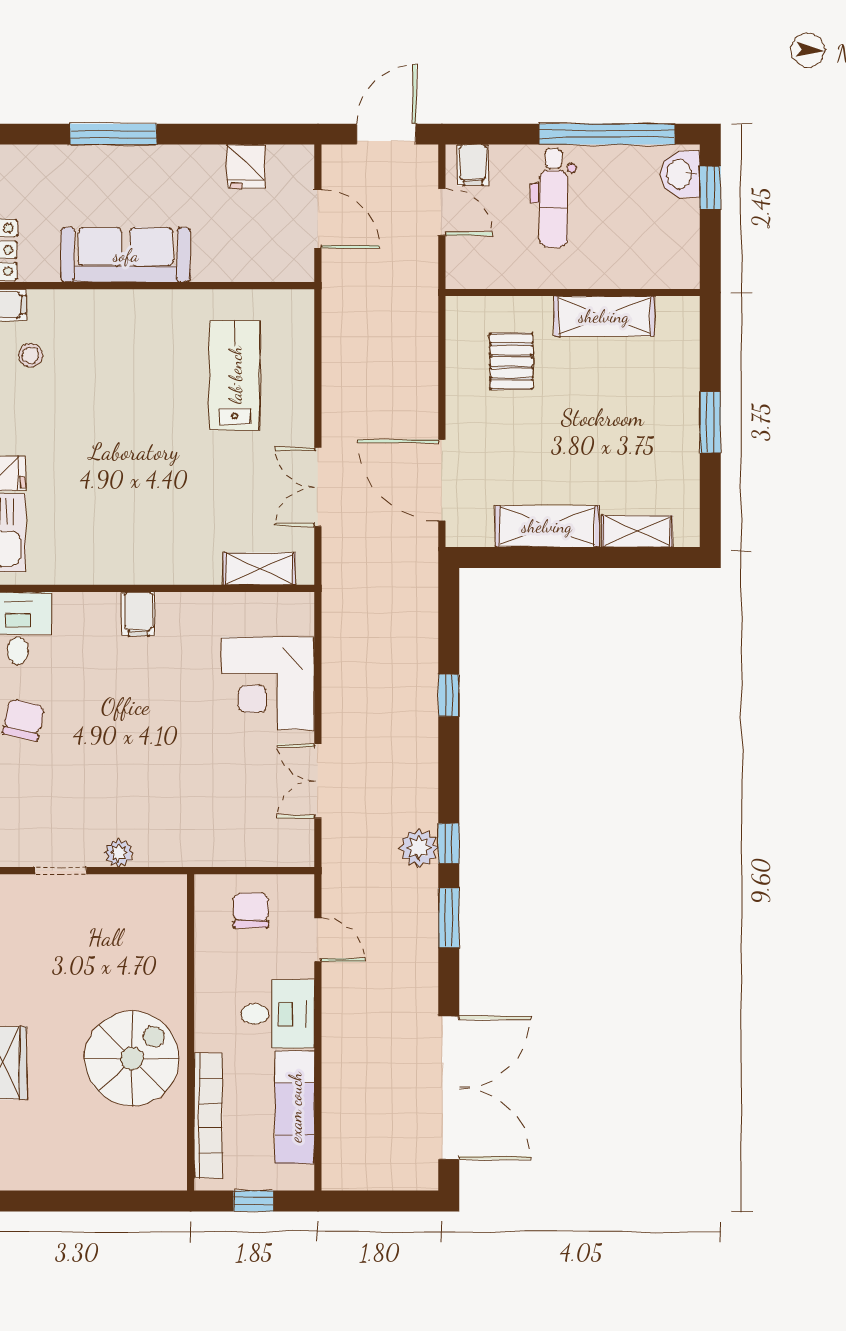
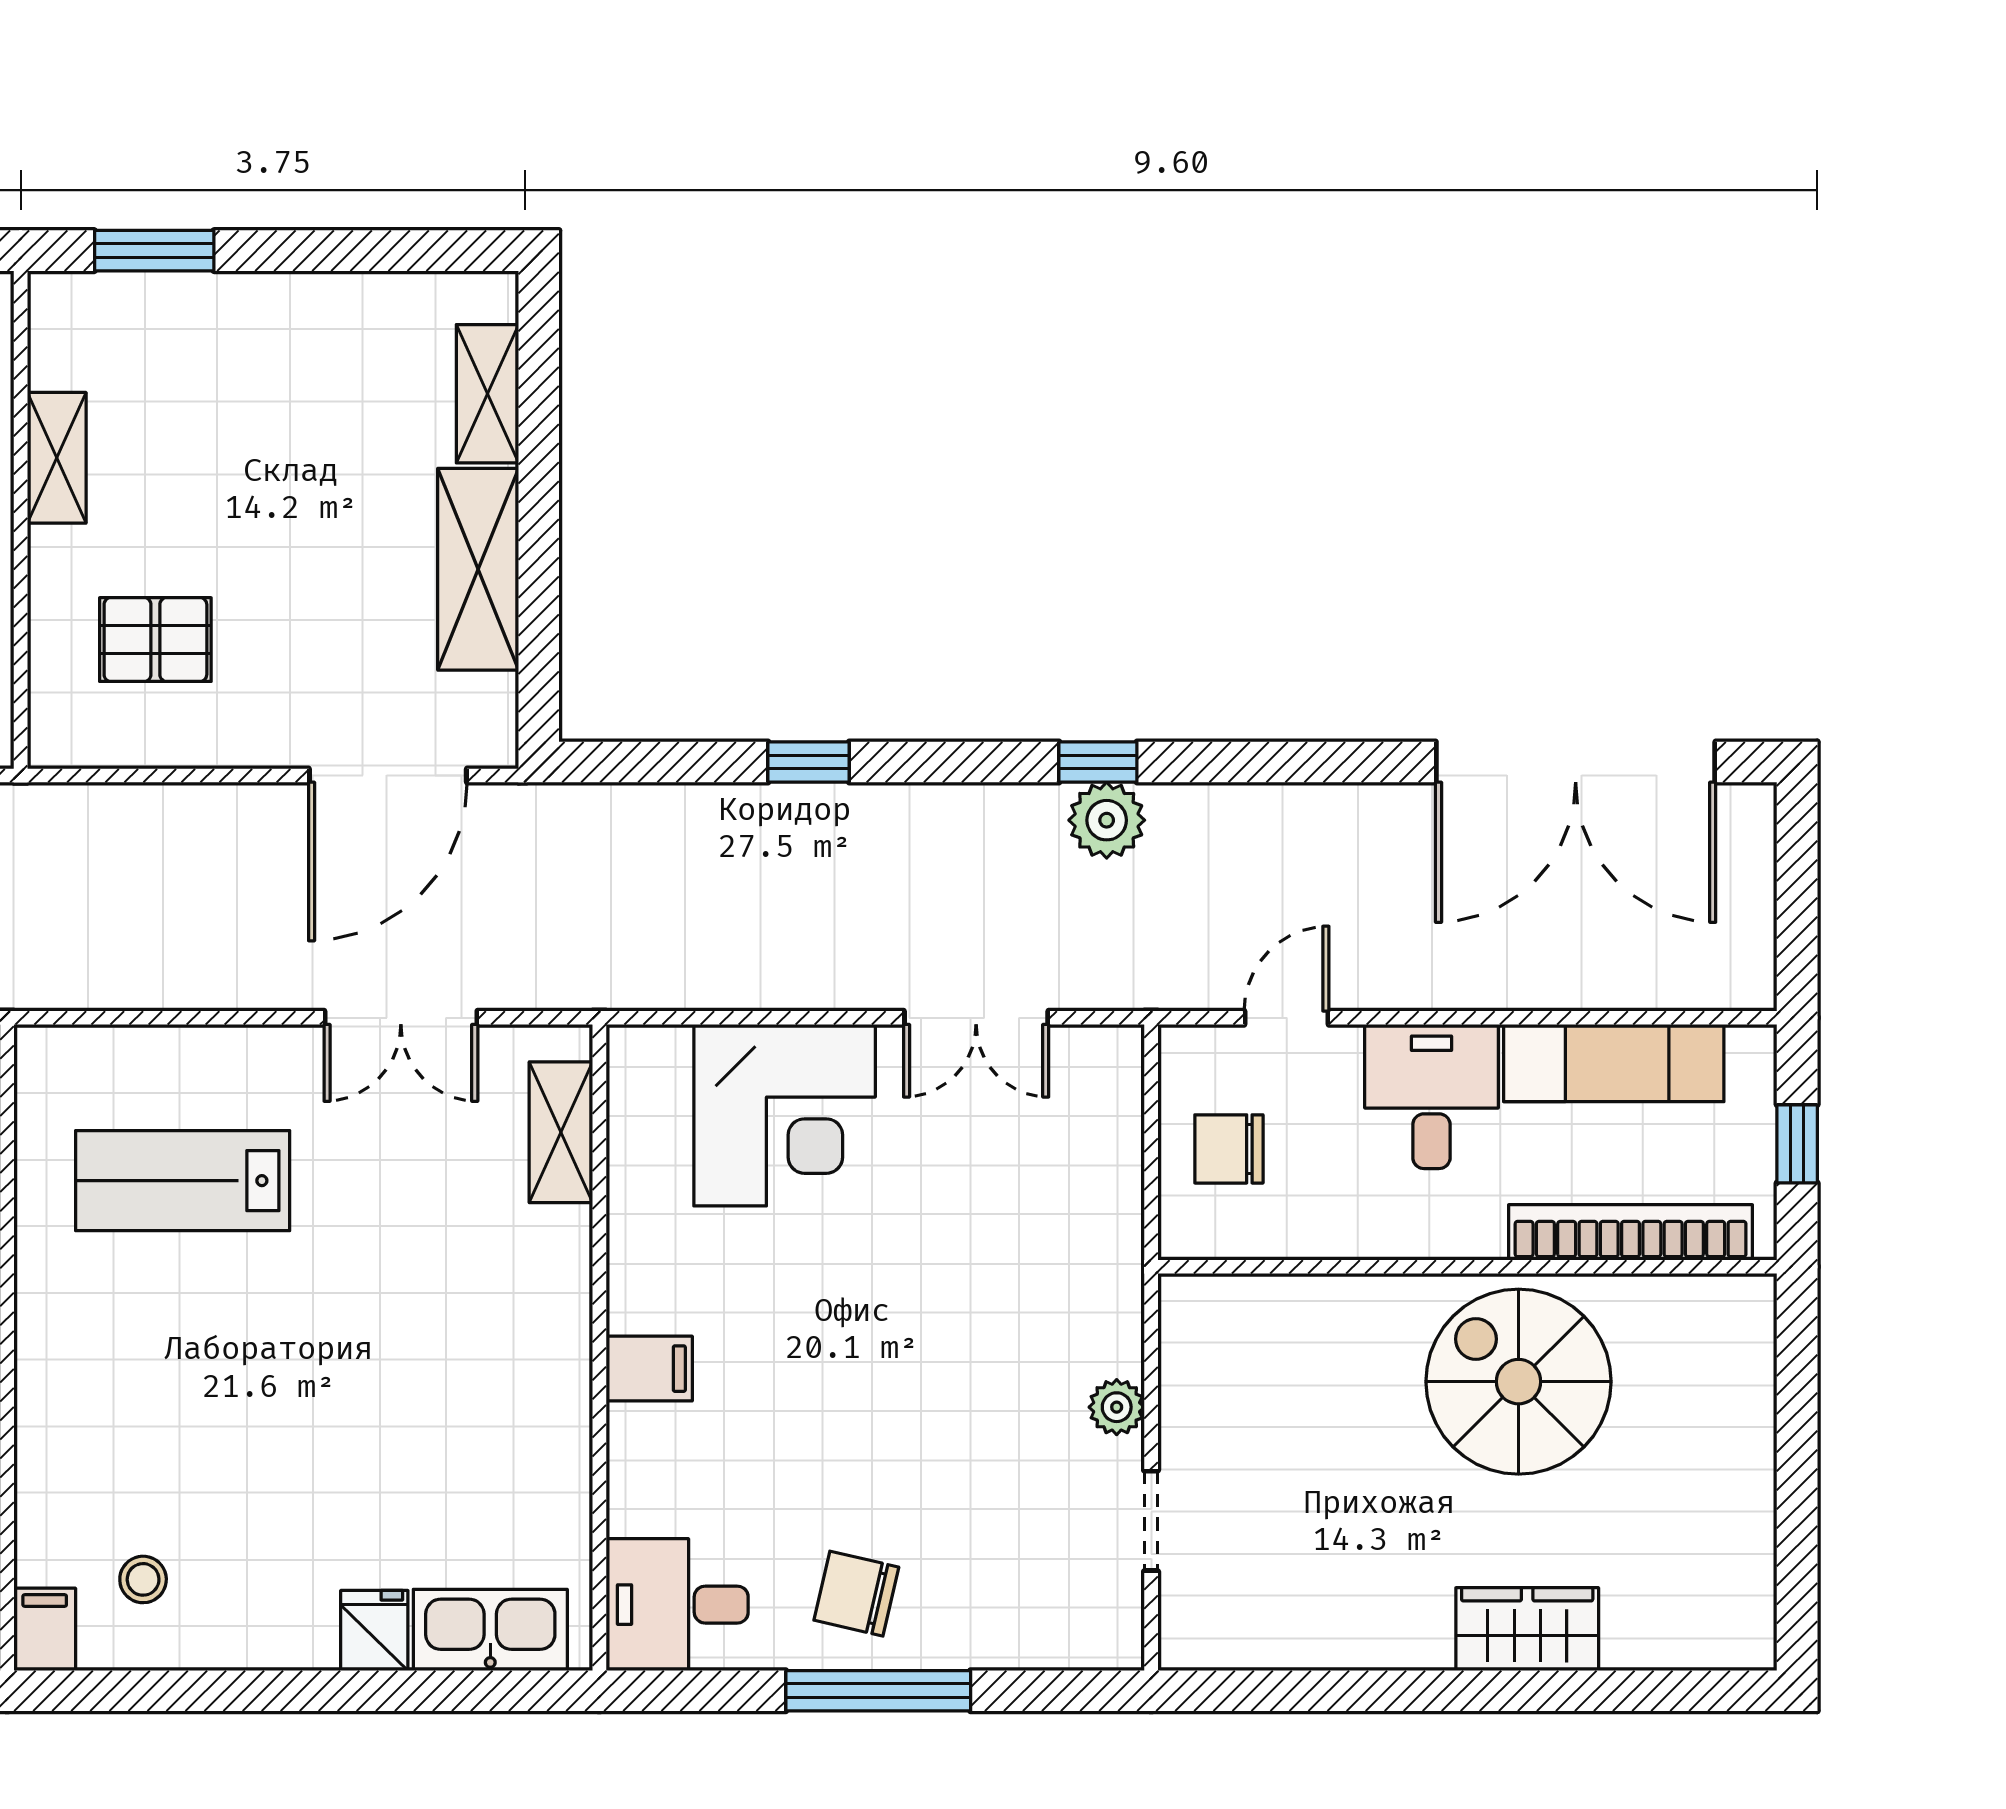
shelving: (604, 316) -> (57, 458), width x0.67, depth x0.75
window: (710, 422) -> (154, 251), moved
window: (449, 918) -> (1243, 762), removed
double door: (449, 1088) -> (1576, 762), swing flipped

